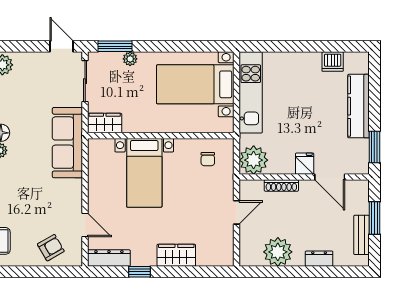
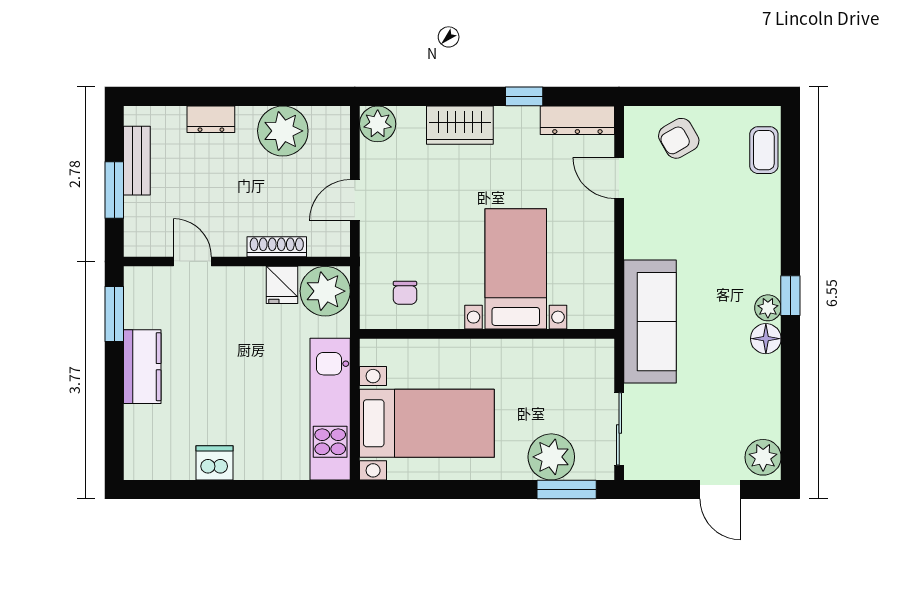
door: (62, 46) -> (720, 490), moved
plant: (130, 59) -> (551, 457), width x1.88, depth x1.88
dishwasher: (333, 62) -> (215, 463), moved
kitchen counter: (358, 106) -> (142, 367), width x0.67
wardrobe: (105, 123) -> (585, 356), removed
chair: (208, 159) -> (405, 293), turned 180
fridge: (305, 164) -> (282, 285), moved
door: (330, 177) -> (192, 262), width x0.73
plant: (223, 256) -> (378, 124), added

